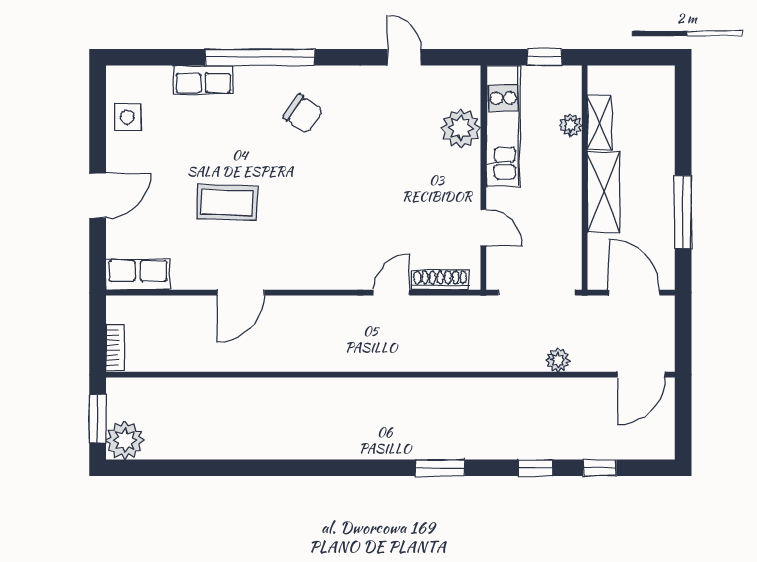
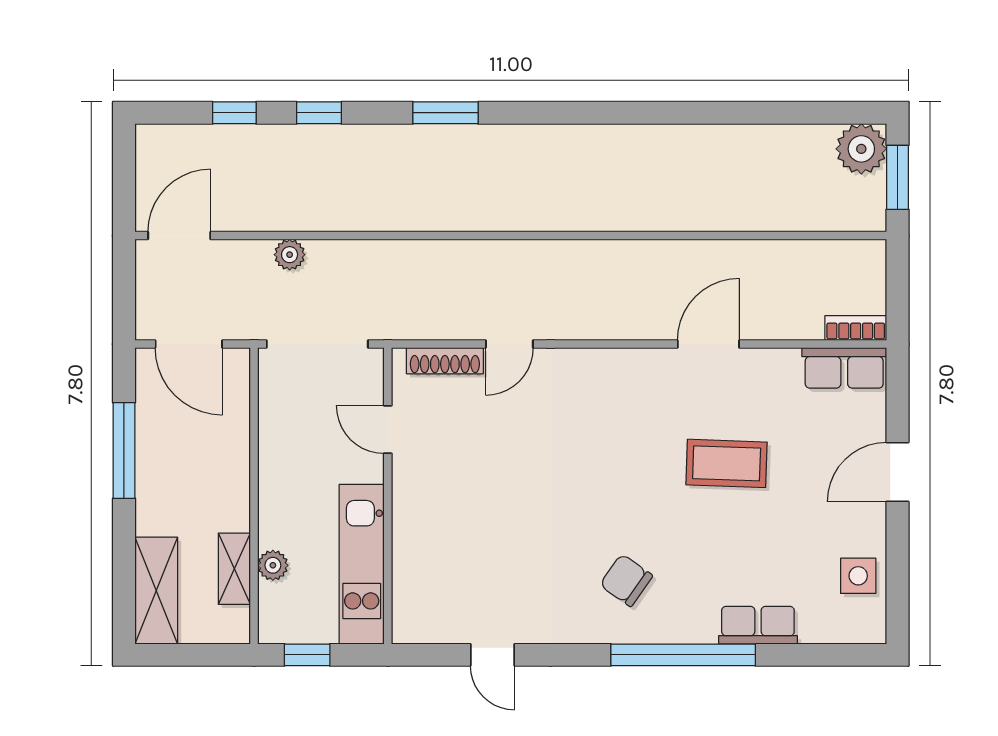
plant: (461, 128) -> (418, 561), removed
shelving: (604, 192) -> (156, 591), moved
bookcase: (115, 348) -> (856, 328), moved, turned 90

